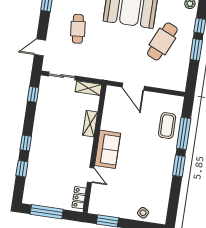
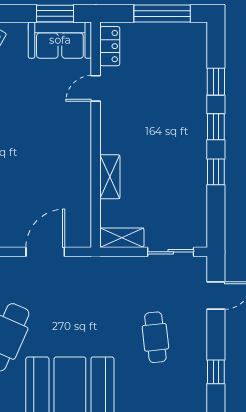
door: (133, 87) -> (45, 252), hinge flipped
window: (33, 94) -> (216, 172), moved
sofa: (108, 149) -> (60, 40), moved, turned -90
door: (91, 175) -> (96, 88), hinge flipped

